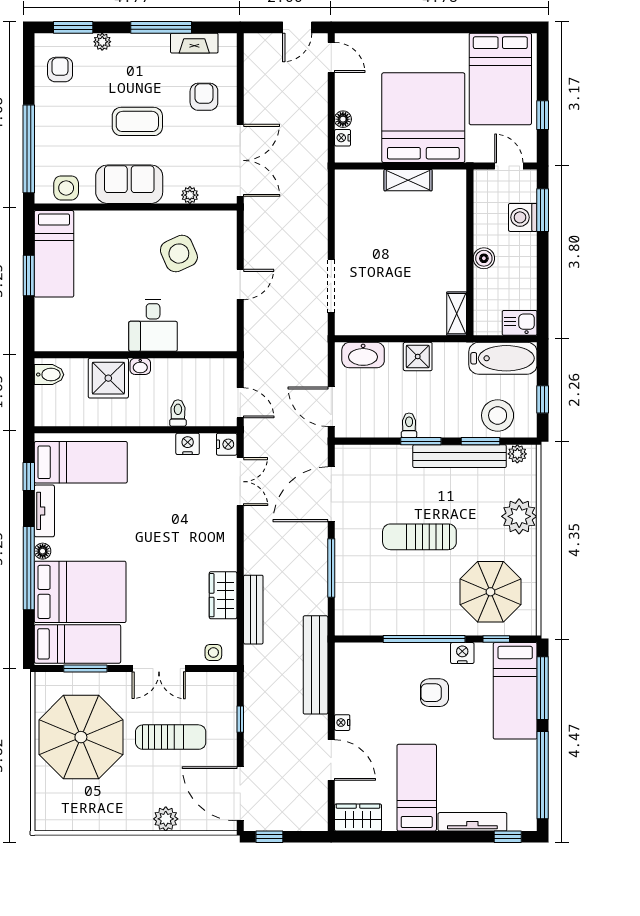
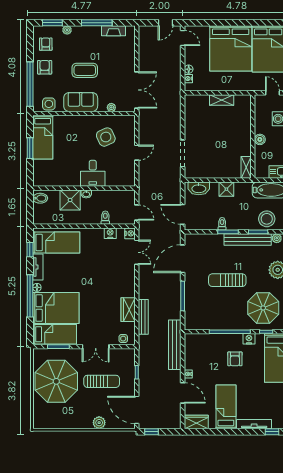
armchair: (204, 97) -> (45, 67), moved
bed: (423, 118) -> (231, 48), moved, turned 180
armchair: (434, 693) -> (235, 359), turned -90

